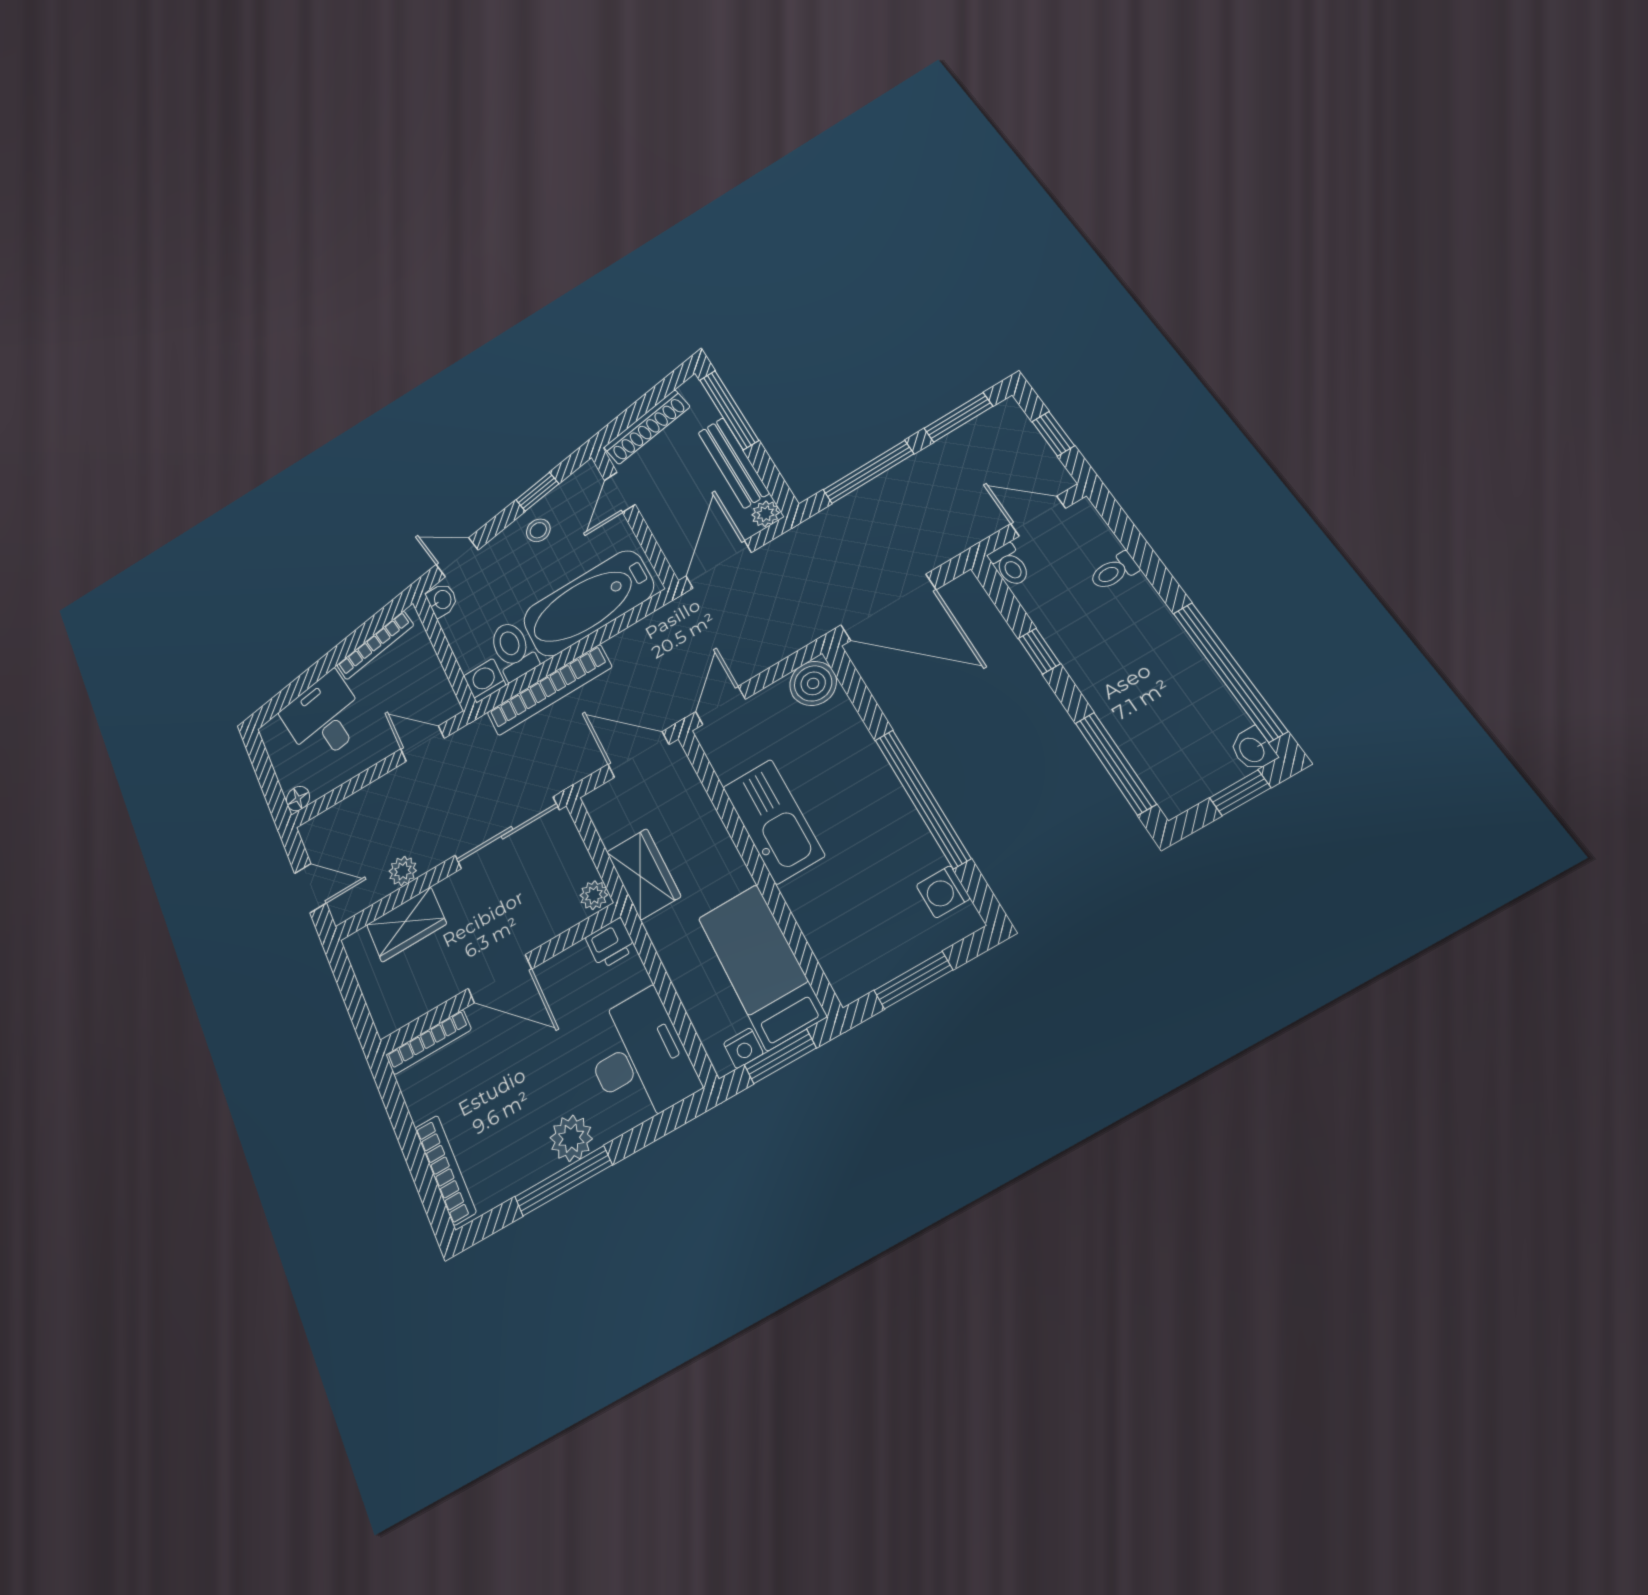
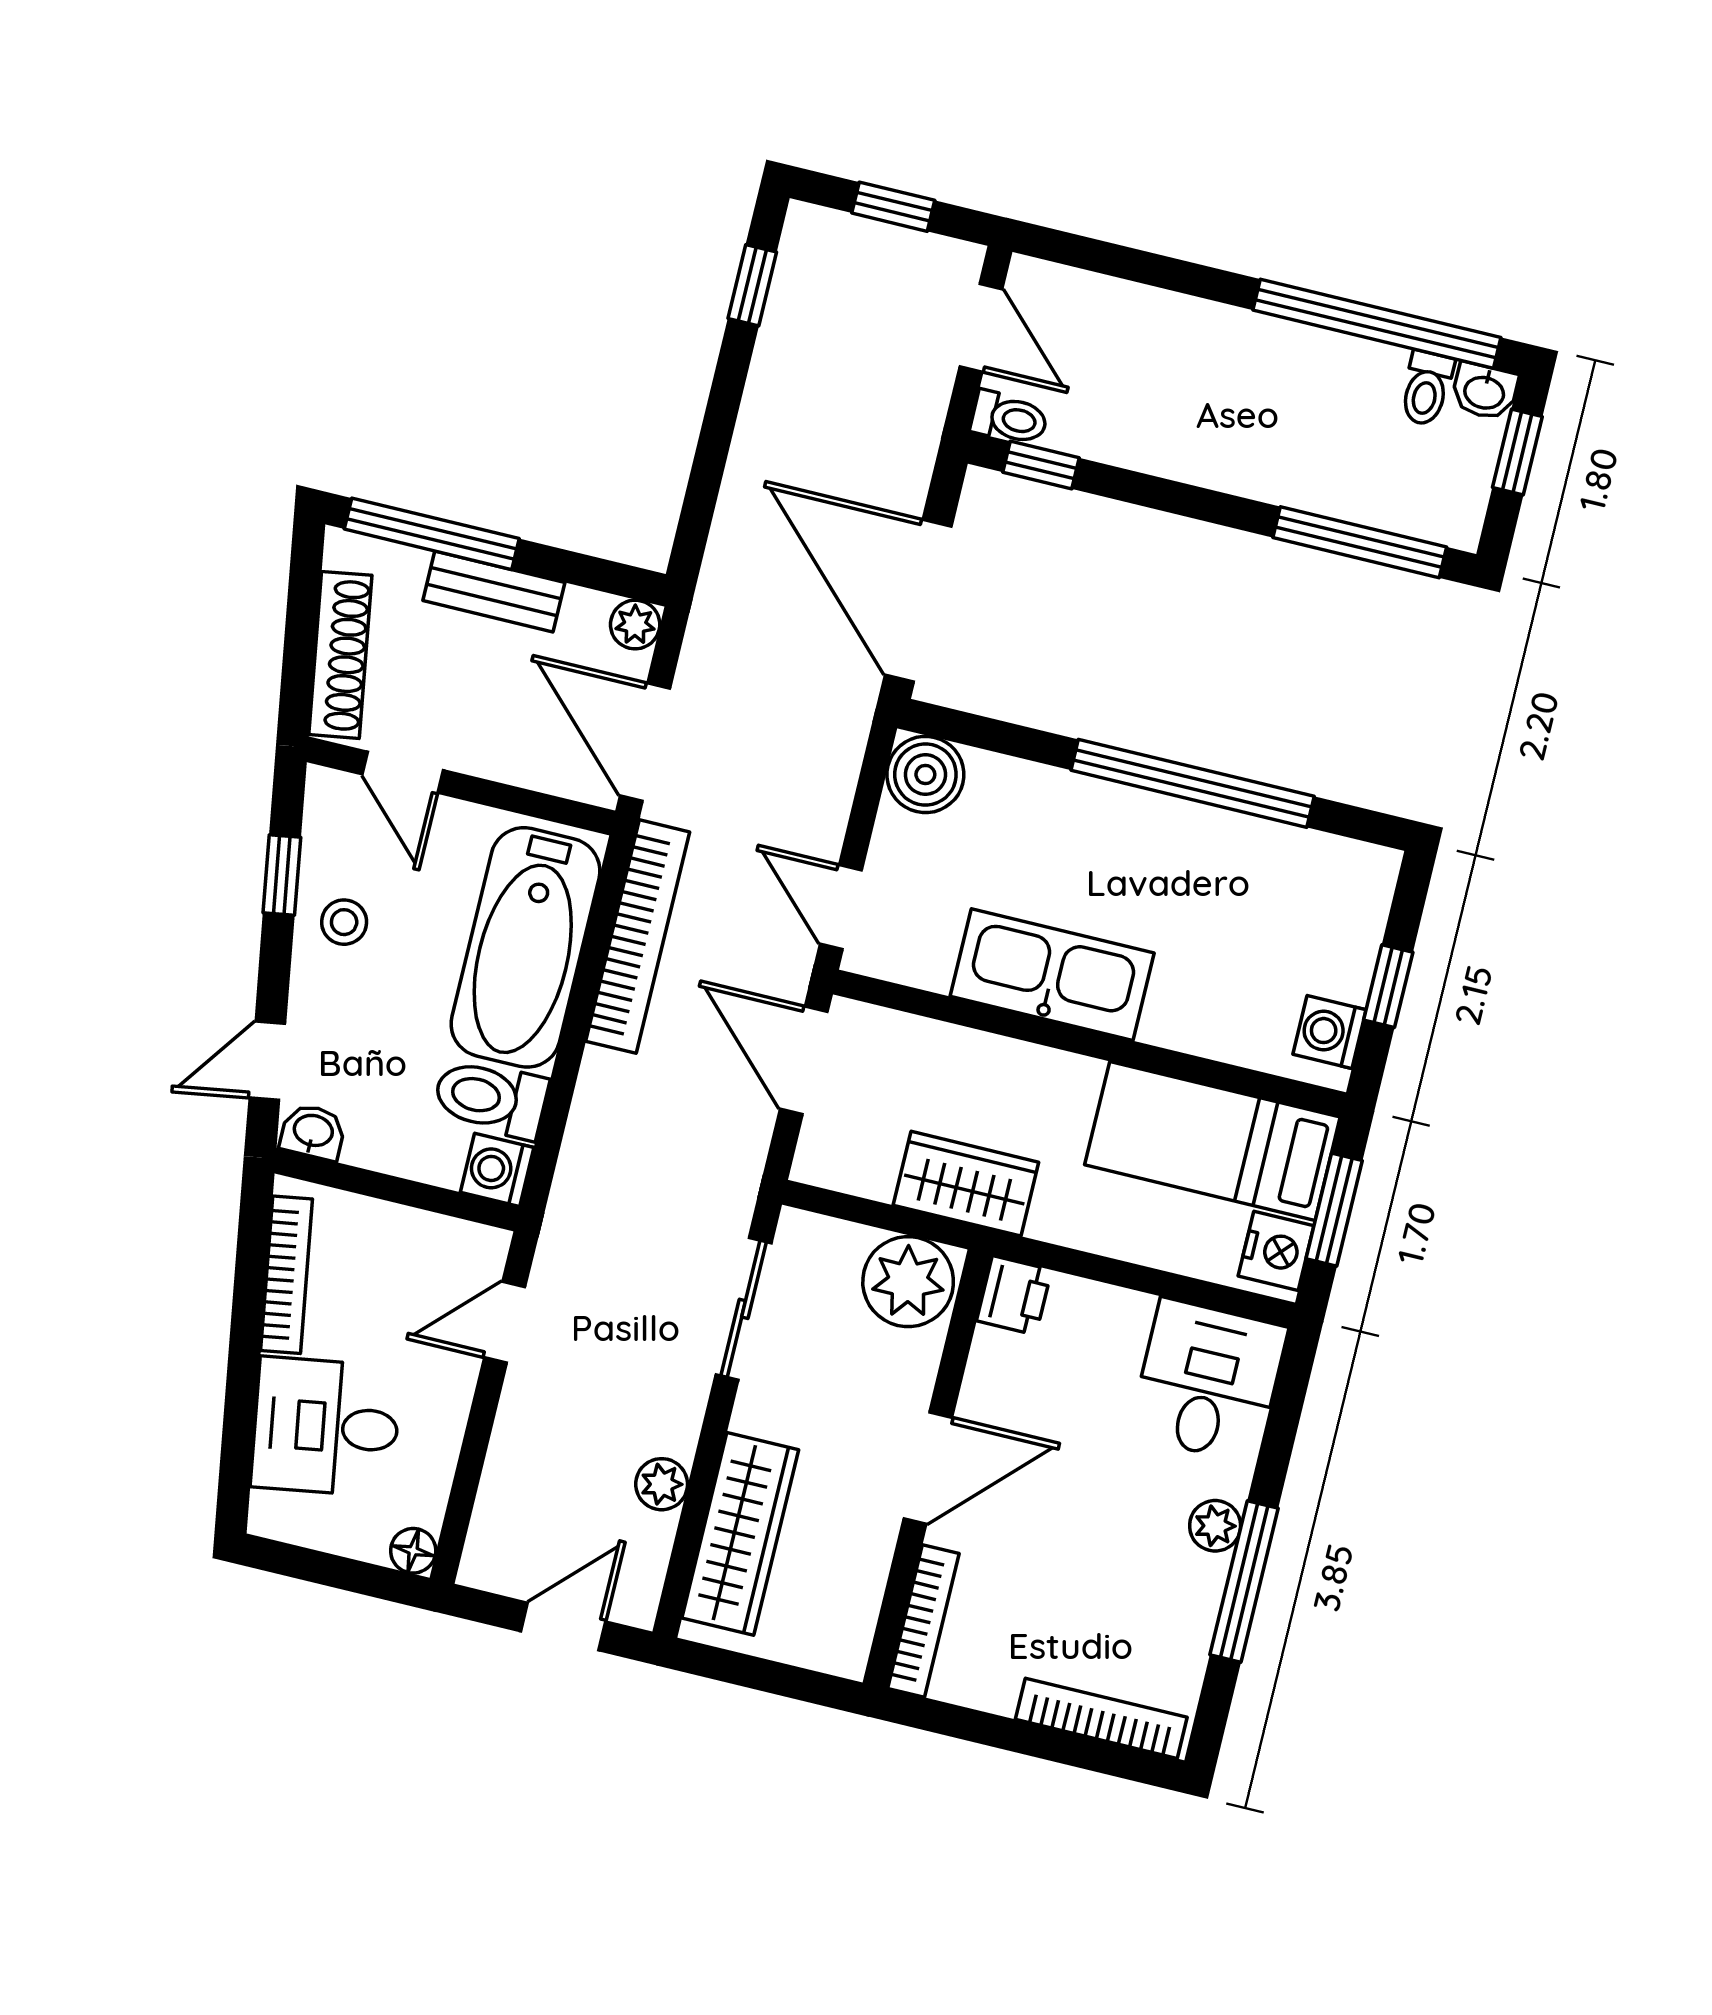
window: (958, 417) -> (752, 285), width x0.67
bench: (733, 463) -> (494, 591), width x0.73
window: (868, 472) -> (711, 454), removed
door: (1038, 516) -> (981, 328), swing flipped
toilet: (1114, 571) -> (1426, 388), moved
door: (888, 607) -> (918, 601), swing flipped
window: (1039, 651) -> (1041, 465), moved
bookcase: (549, 690) -> (638, 937), moved
door: (638, 754) -> (804, 1060), hinge flipped
sliding door: (507, 833) -> (744, 1309), width x0.73
washing machine: (943, 892) -> (1330, 1032), moved, turned 90
plant: (594, 895) -> (908, 1282), width x1.87, depth x1.87
wardrobe: (406, 924) -> (740, 1534), width x1.50
window: (913, 980) -> (1388, 986), width x0.67
nightstand: (743, 1048) -> (1276, 1251), width x1.39, depth x1.35
desk: (639, 1058) -> (1208, 1381), width x0.73
plant: (571, 1138) -> (1215, 1526), width x0.73, depth x0.73

